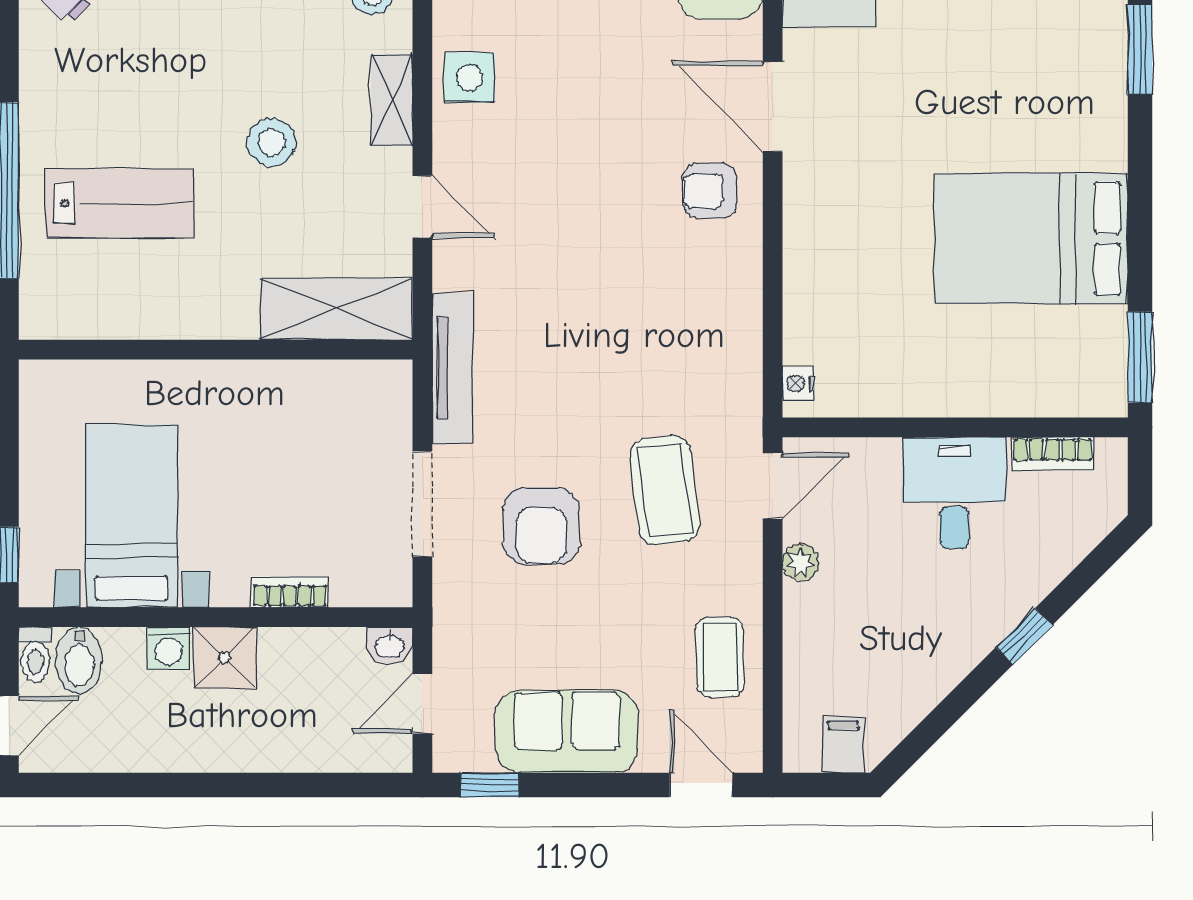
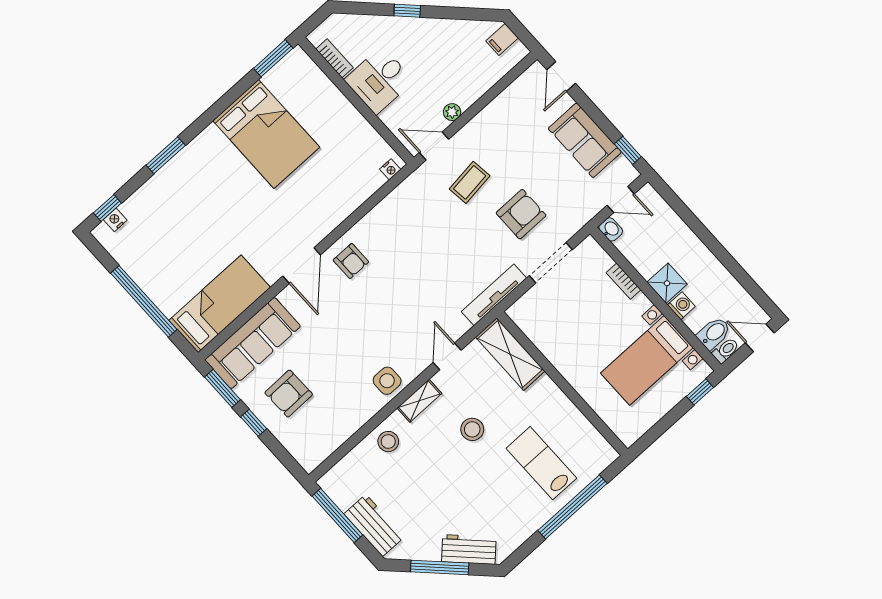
coffee table: (665, 490) -> (470, 182), width x0.73, depth x0.77
coffee table: (720, 657) -> (511, 110), removed

